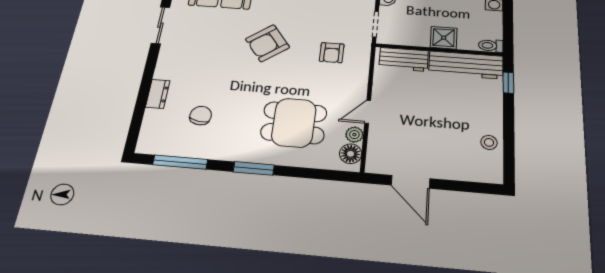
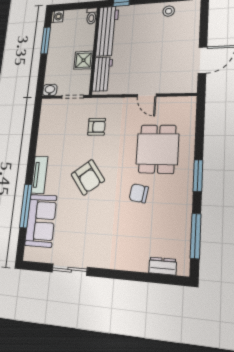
shower: (444, 38) -> (83, 60), moved
dresser: (158, 94) -> (163, 266), moved
chair: (201, 116) -> (139, 193), moved
plant: (354, 135) -> (166, 103), removed
floor lamp: (351, 154) -> (182, 104), removed

